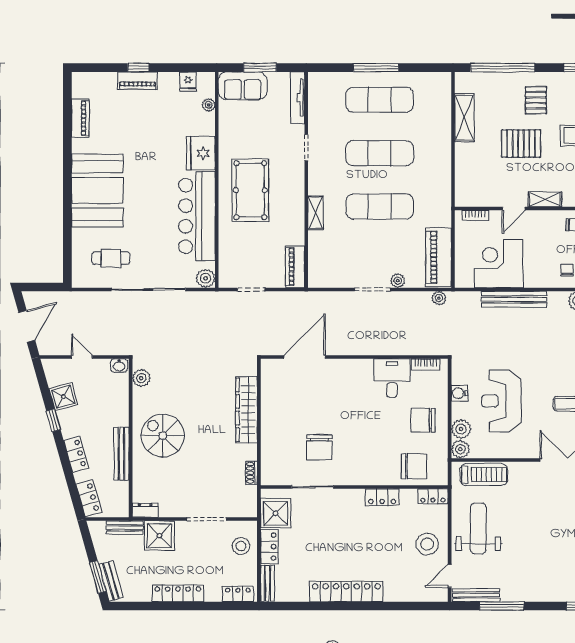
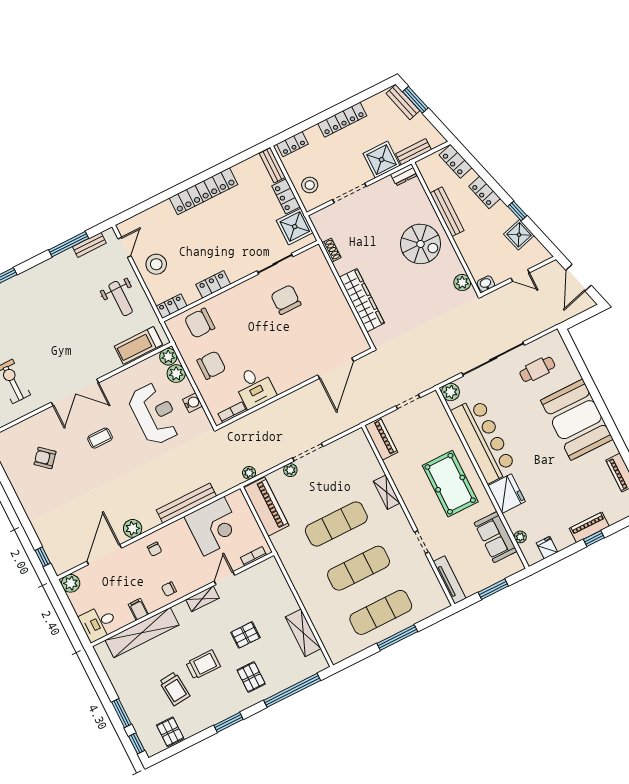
sofa: (243, 86) -> (496, 537), moved, turned -90
pallet: (521, 144) -> (245, 635), width x0.67, depth x0.71
weight bench: (478, 528) -> (121, 299), width x0.73, depth x0.75
bench: (476, 595) -> (89, 245), width x0.73

